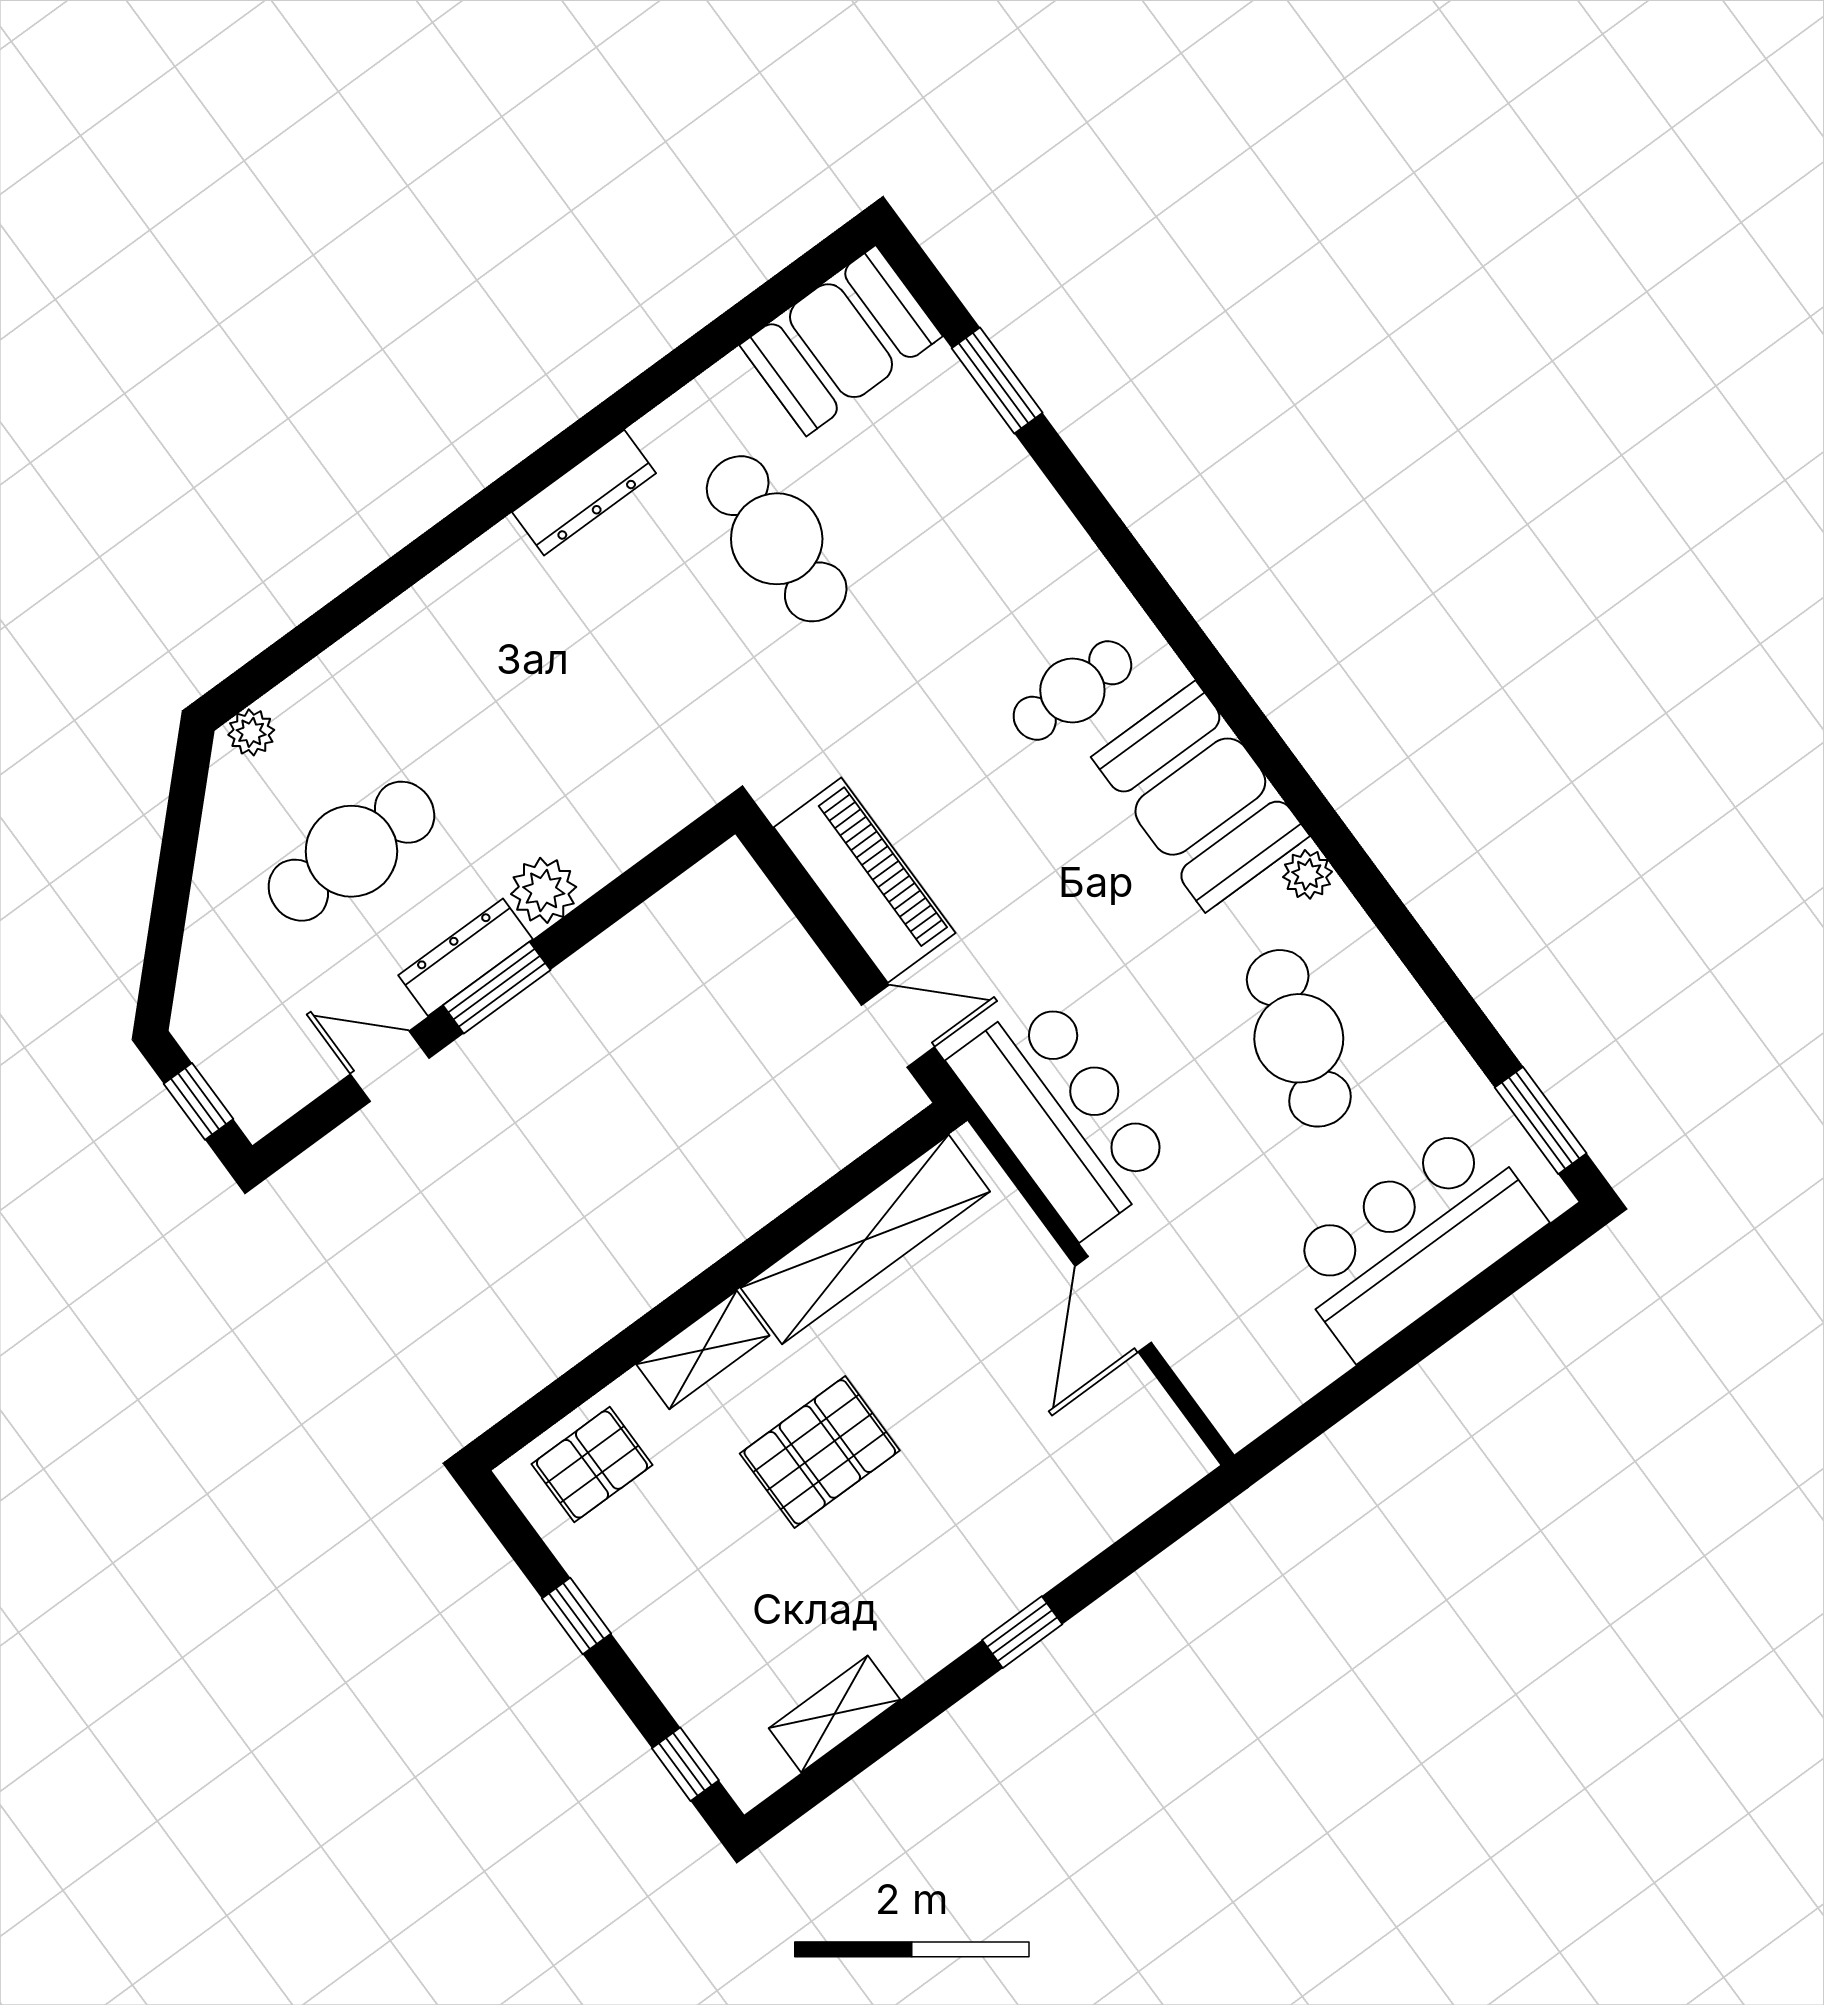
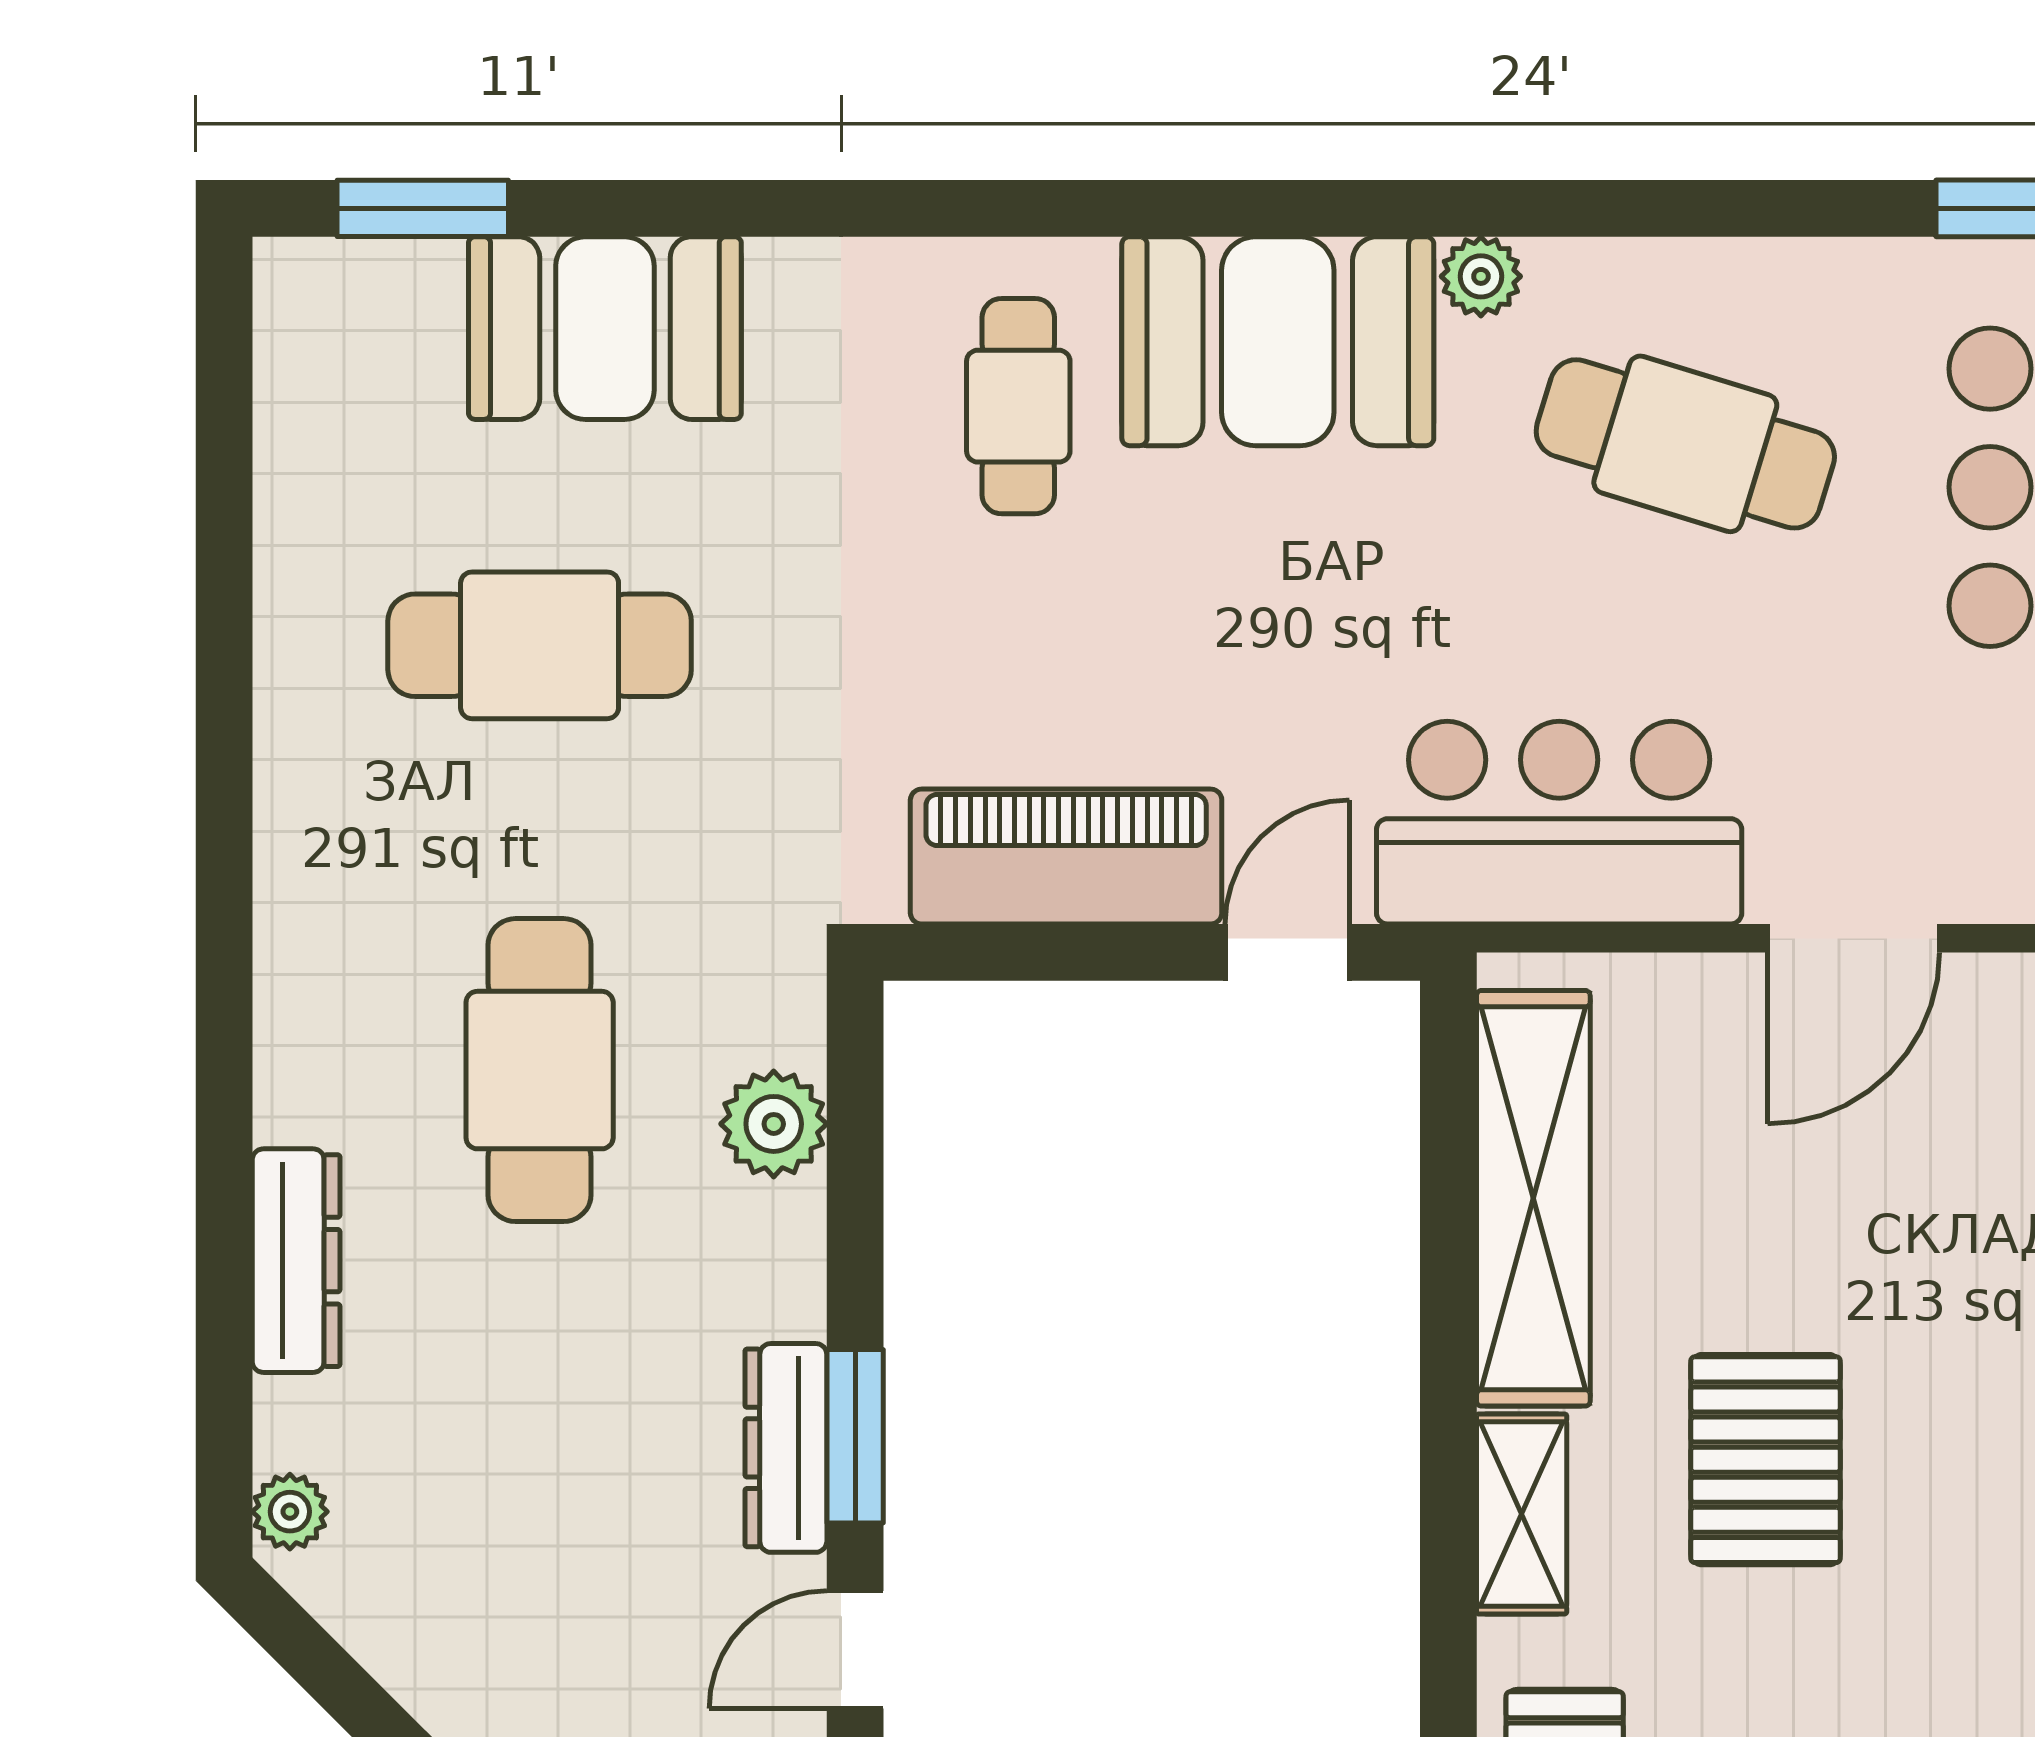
booth: (841, 341) -> (605, 328), moved, turned 90
window: (997, 381) -> (423, 208), moved
dresser: (584, 493) -> (296, 1261), moved
cafe table: (351, 851) -> (540, 1070), moved
plant: (544, 890) -> (774, 1124), moved
door: (1113, 1304) -> (1854, 938), hinge flipped

